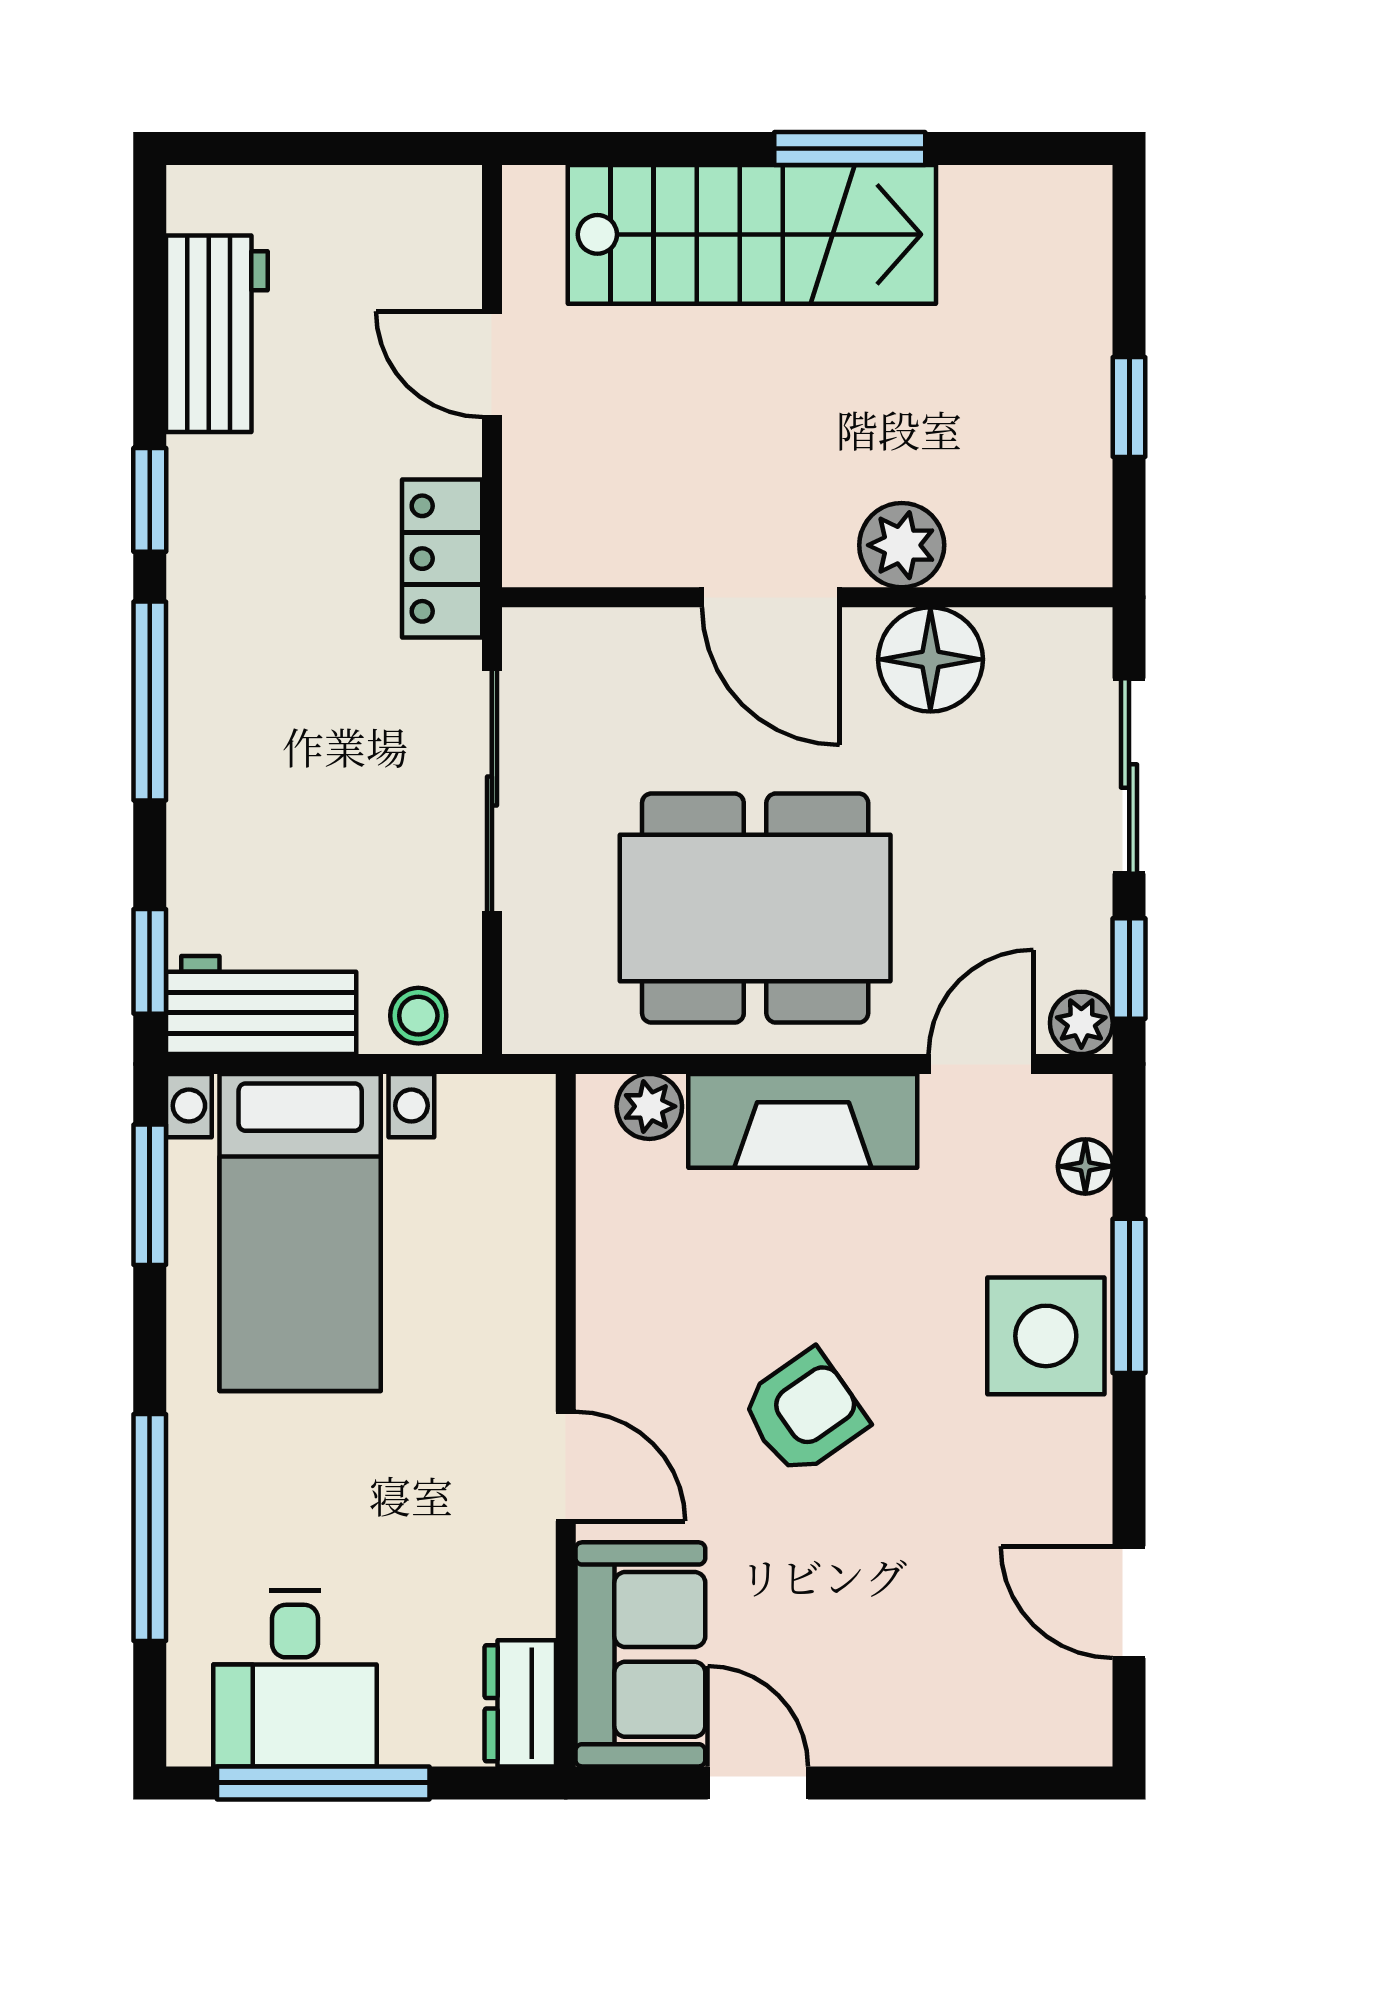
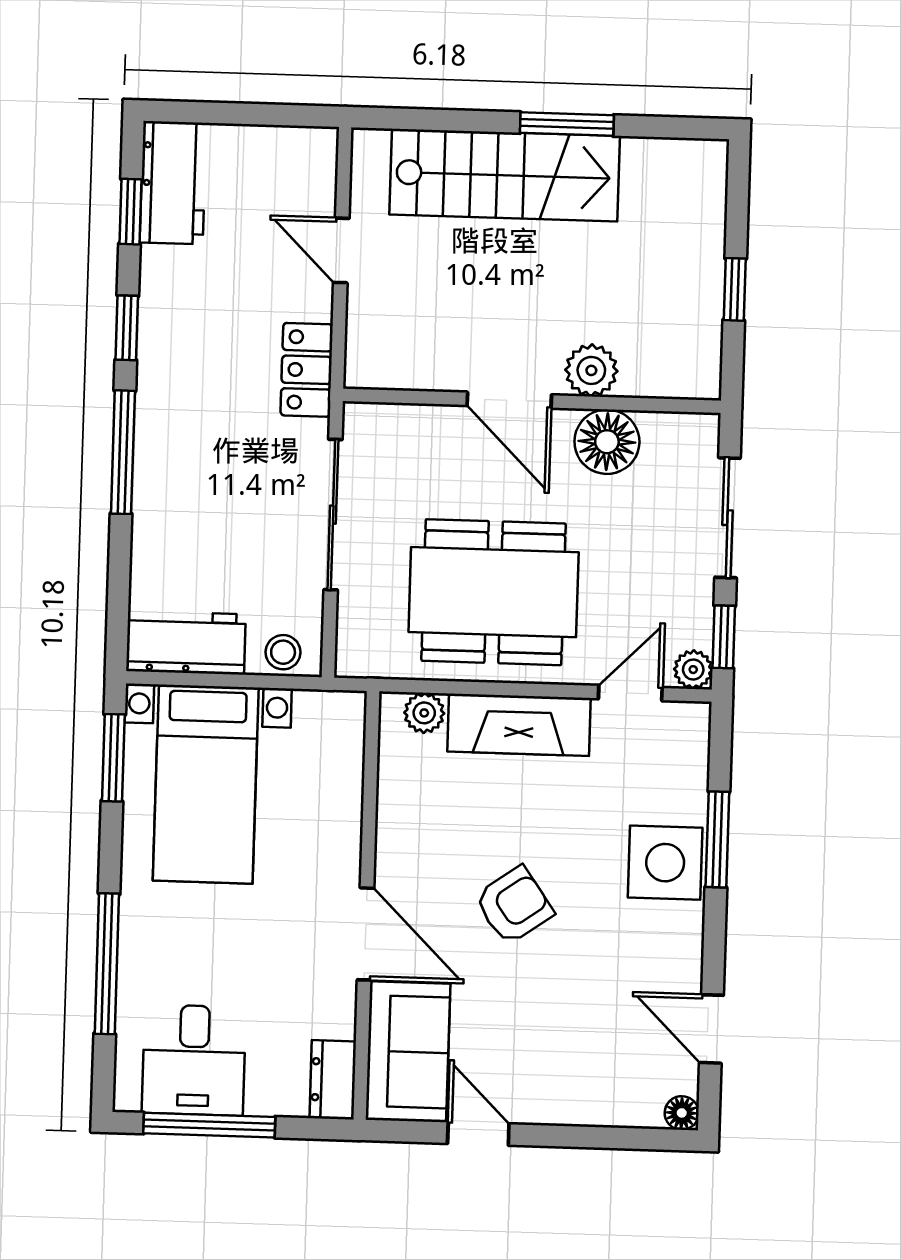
workbench: (217, 334) -> (173, 183), moved
window: (150, 961) -> (131, 212), moved
floor lamp: (1085, 1166) -> (682, 1113), moved
door: (566, 1466) -> (365, 934), width x1.38

